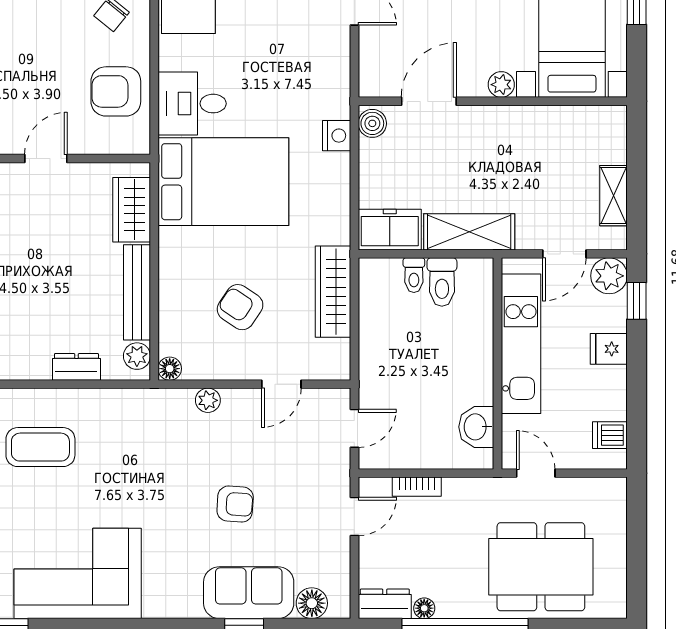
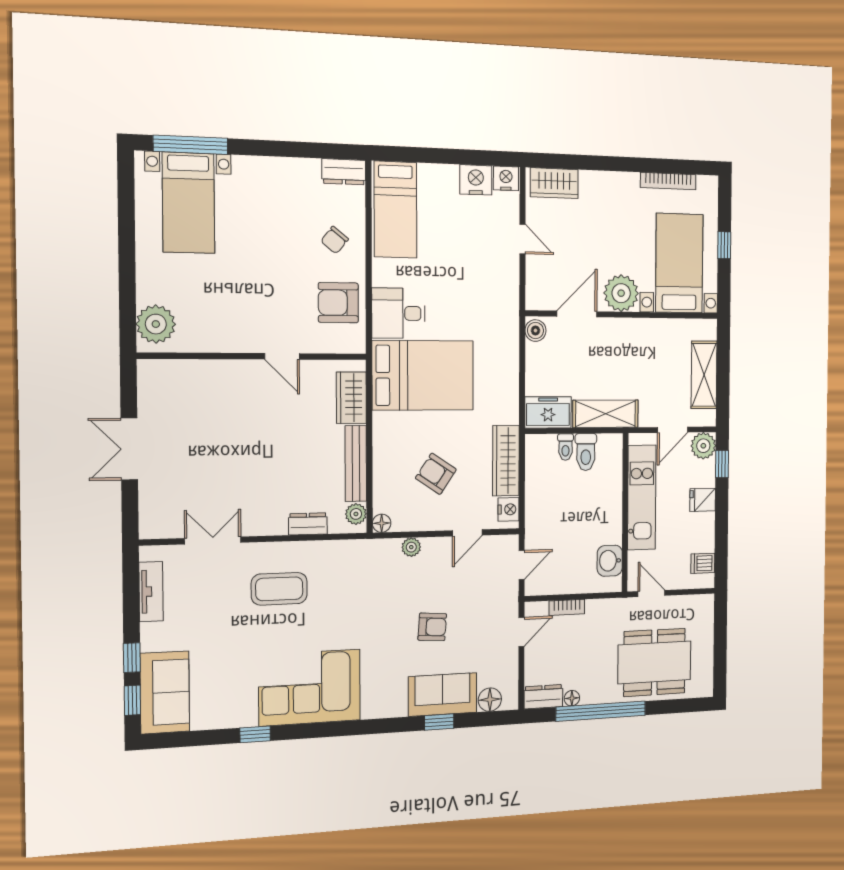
plant: (501, 85) -> (621, 293), width x1.88, depth x1.88
nightstand: (337, 136) -> (509, 509), moved
door: (46, 158) -> (282, 356), swing flipped
shelving: (614, 196) -> (704, 375), width x1.50, depth x1.33

